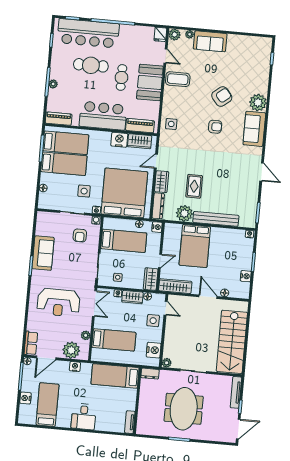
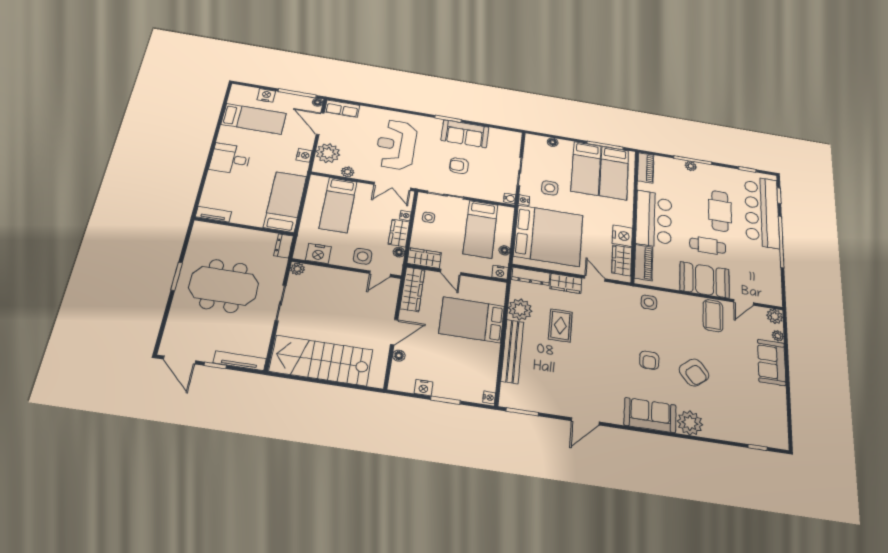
fridge: (160, 34) -> (772, 298), removed
rug: (194, 186) -> (560, 325), turned 90
armchair: (80, 235) -> (459, 166), moved

